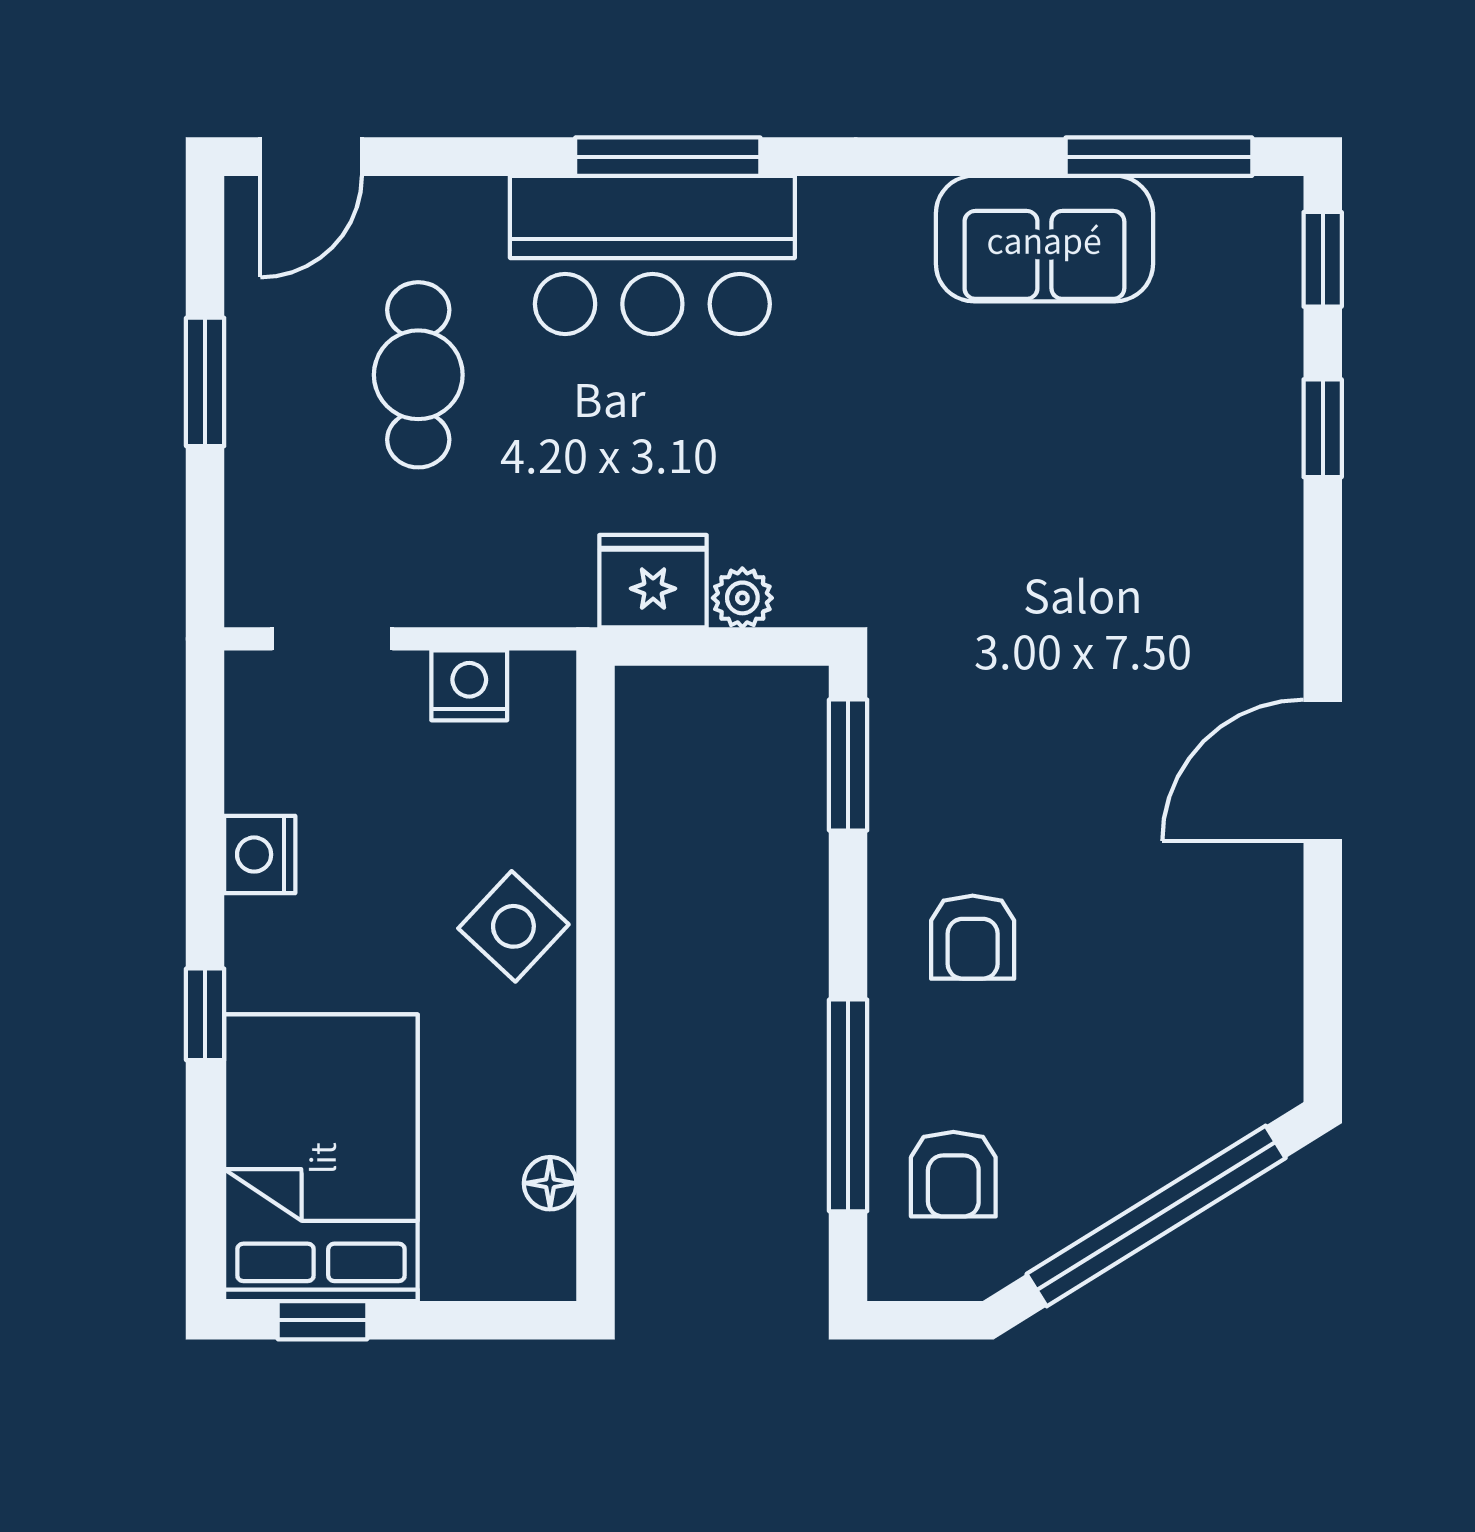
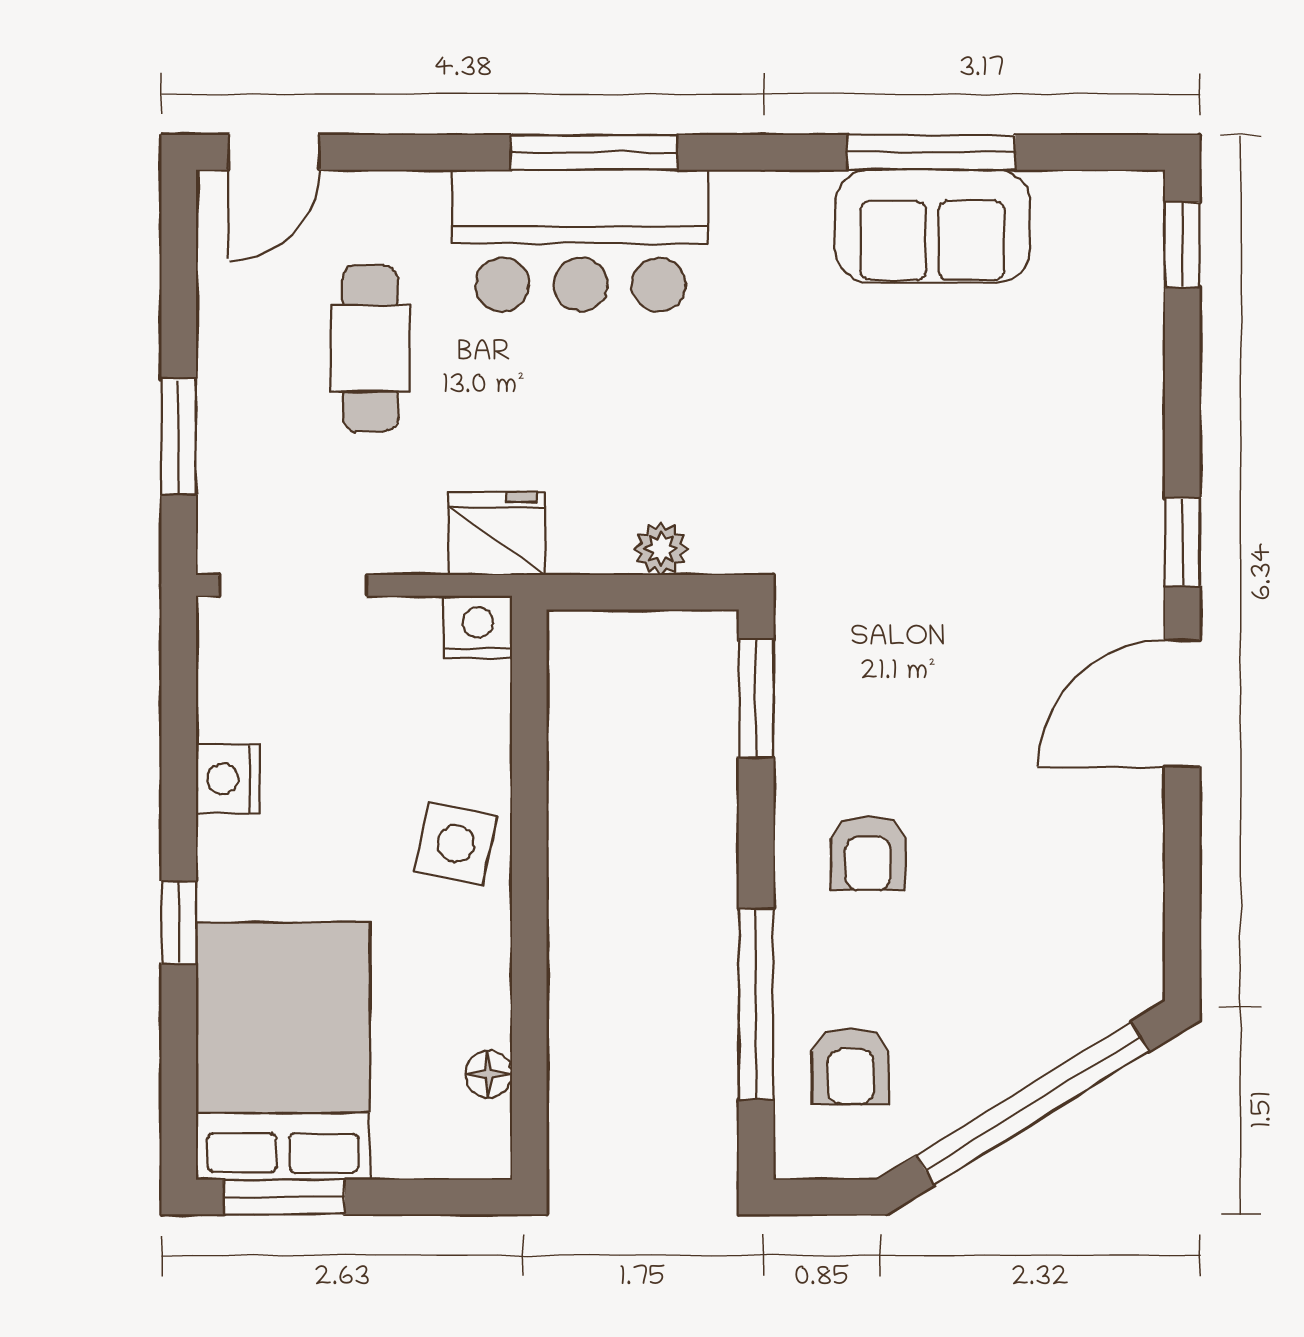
window: (1159, 157) -> (931, 152), moved
window: (205, 382) -> (179, 437), moved
window: (1323, 428) -> (1182, 542), moved
fridge: (653, 581) -> (496, 534), moved
doorway: (332, 639) -> (293, 585), width x1.38
nightstand: (469, 685) -> (478, 627), moved
side table: (513, 926) -> (456, 843), turned -31
window: (323, 1320) -> (284, 1197), width x1.50

